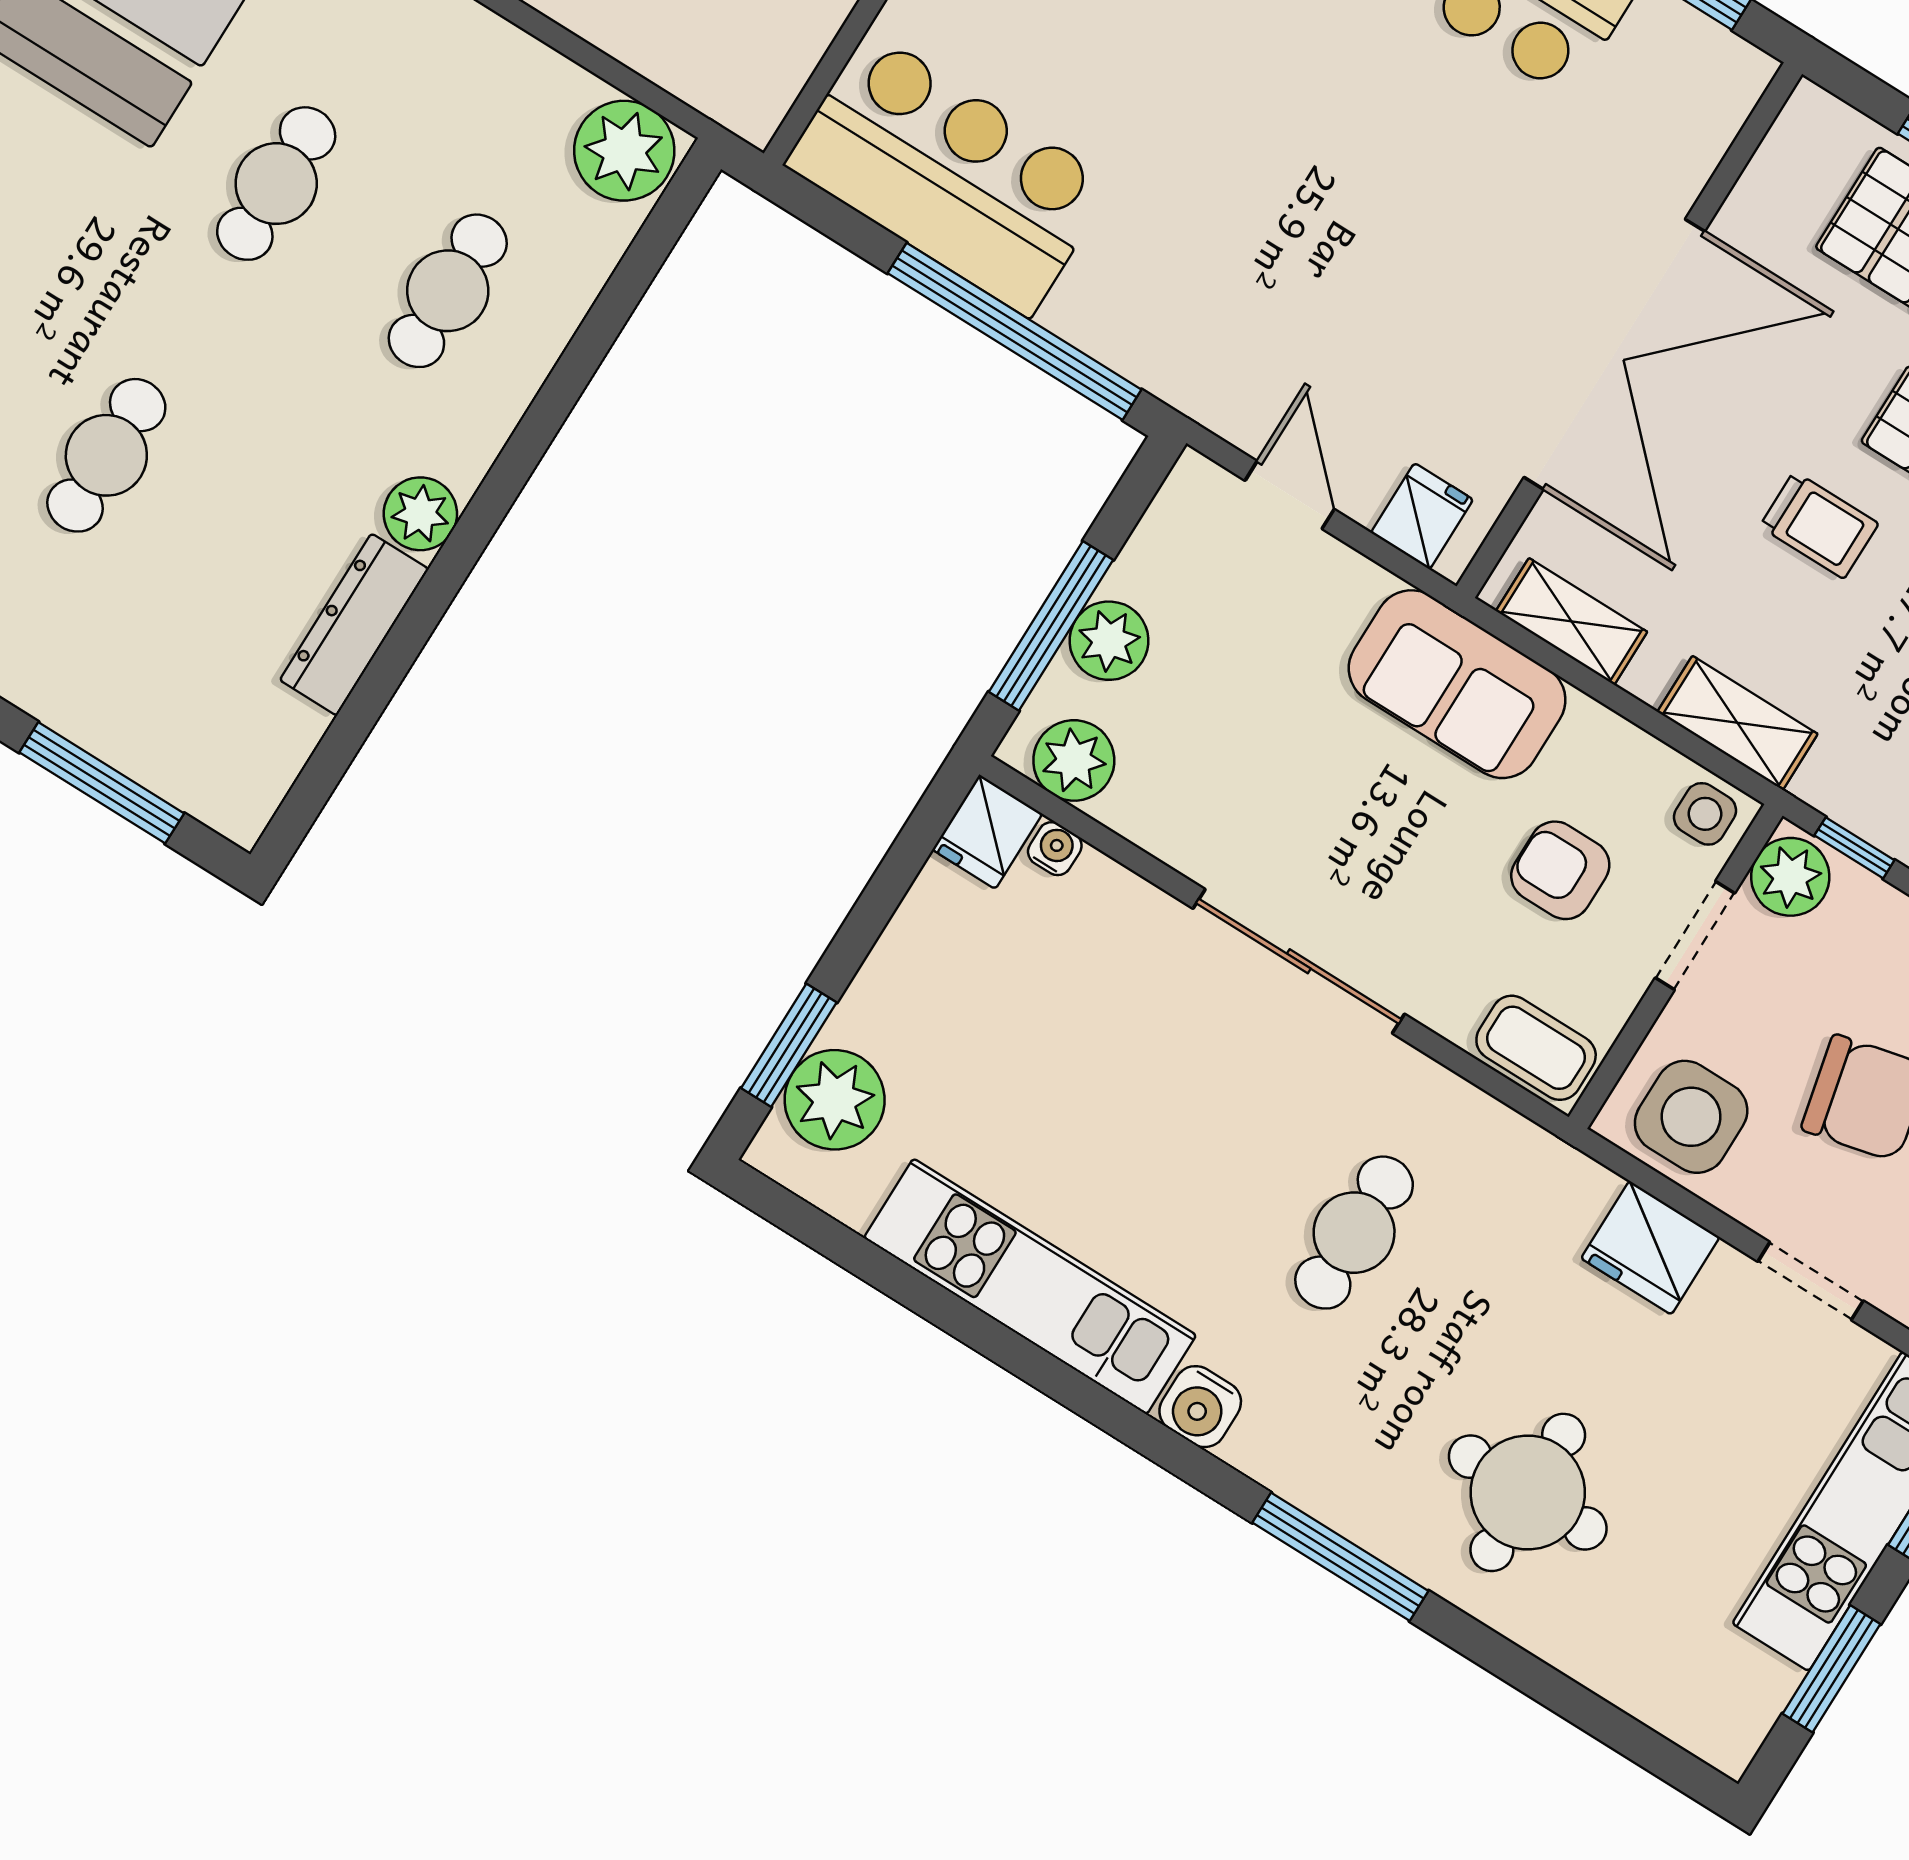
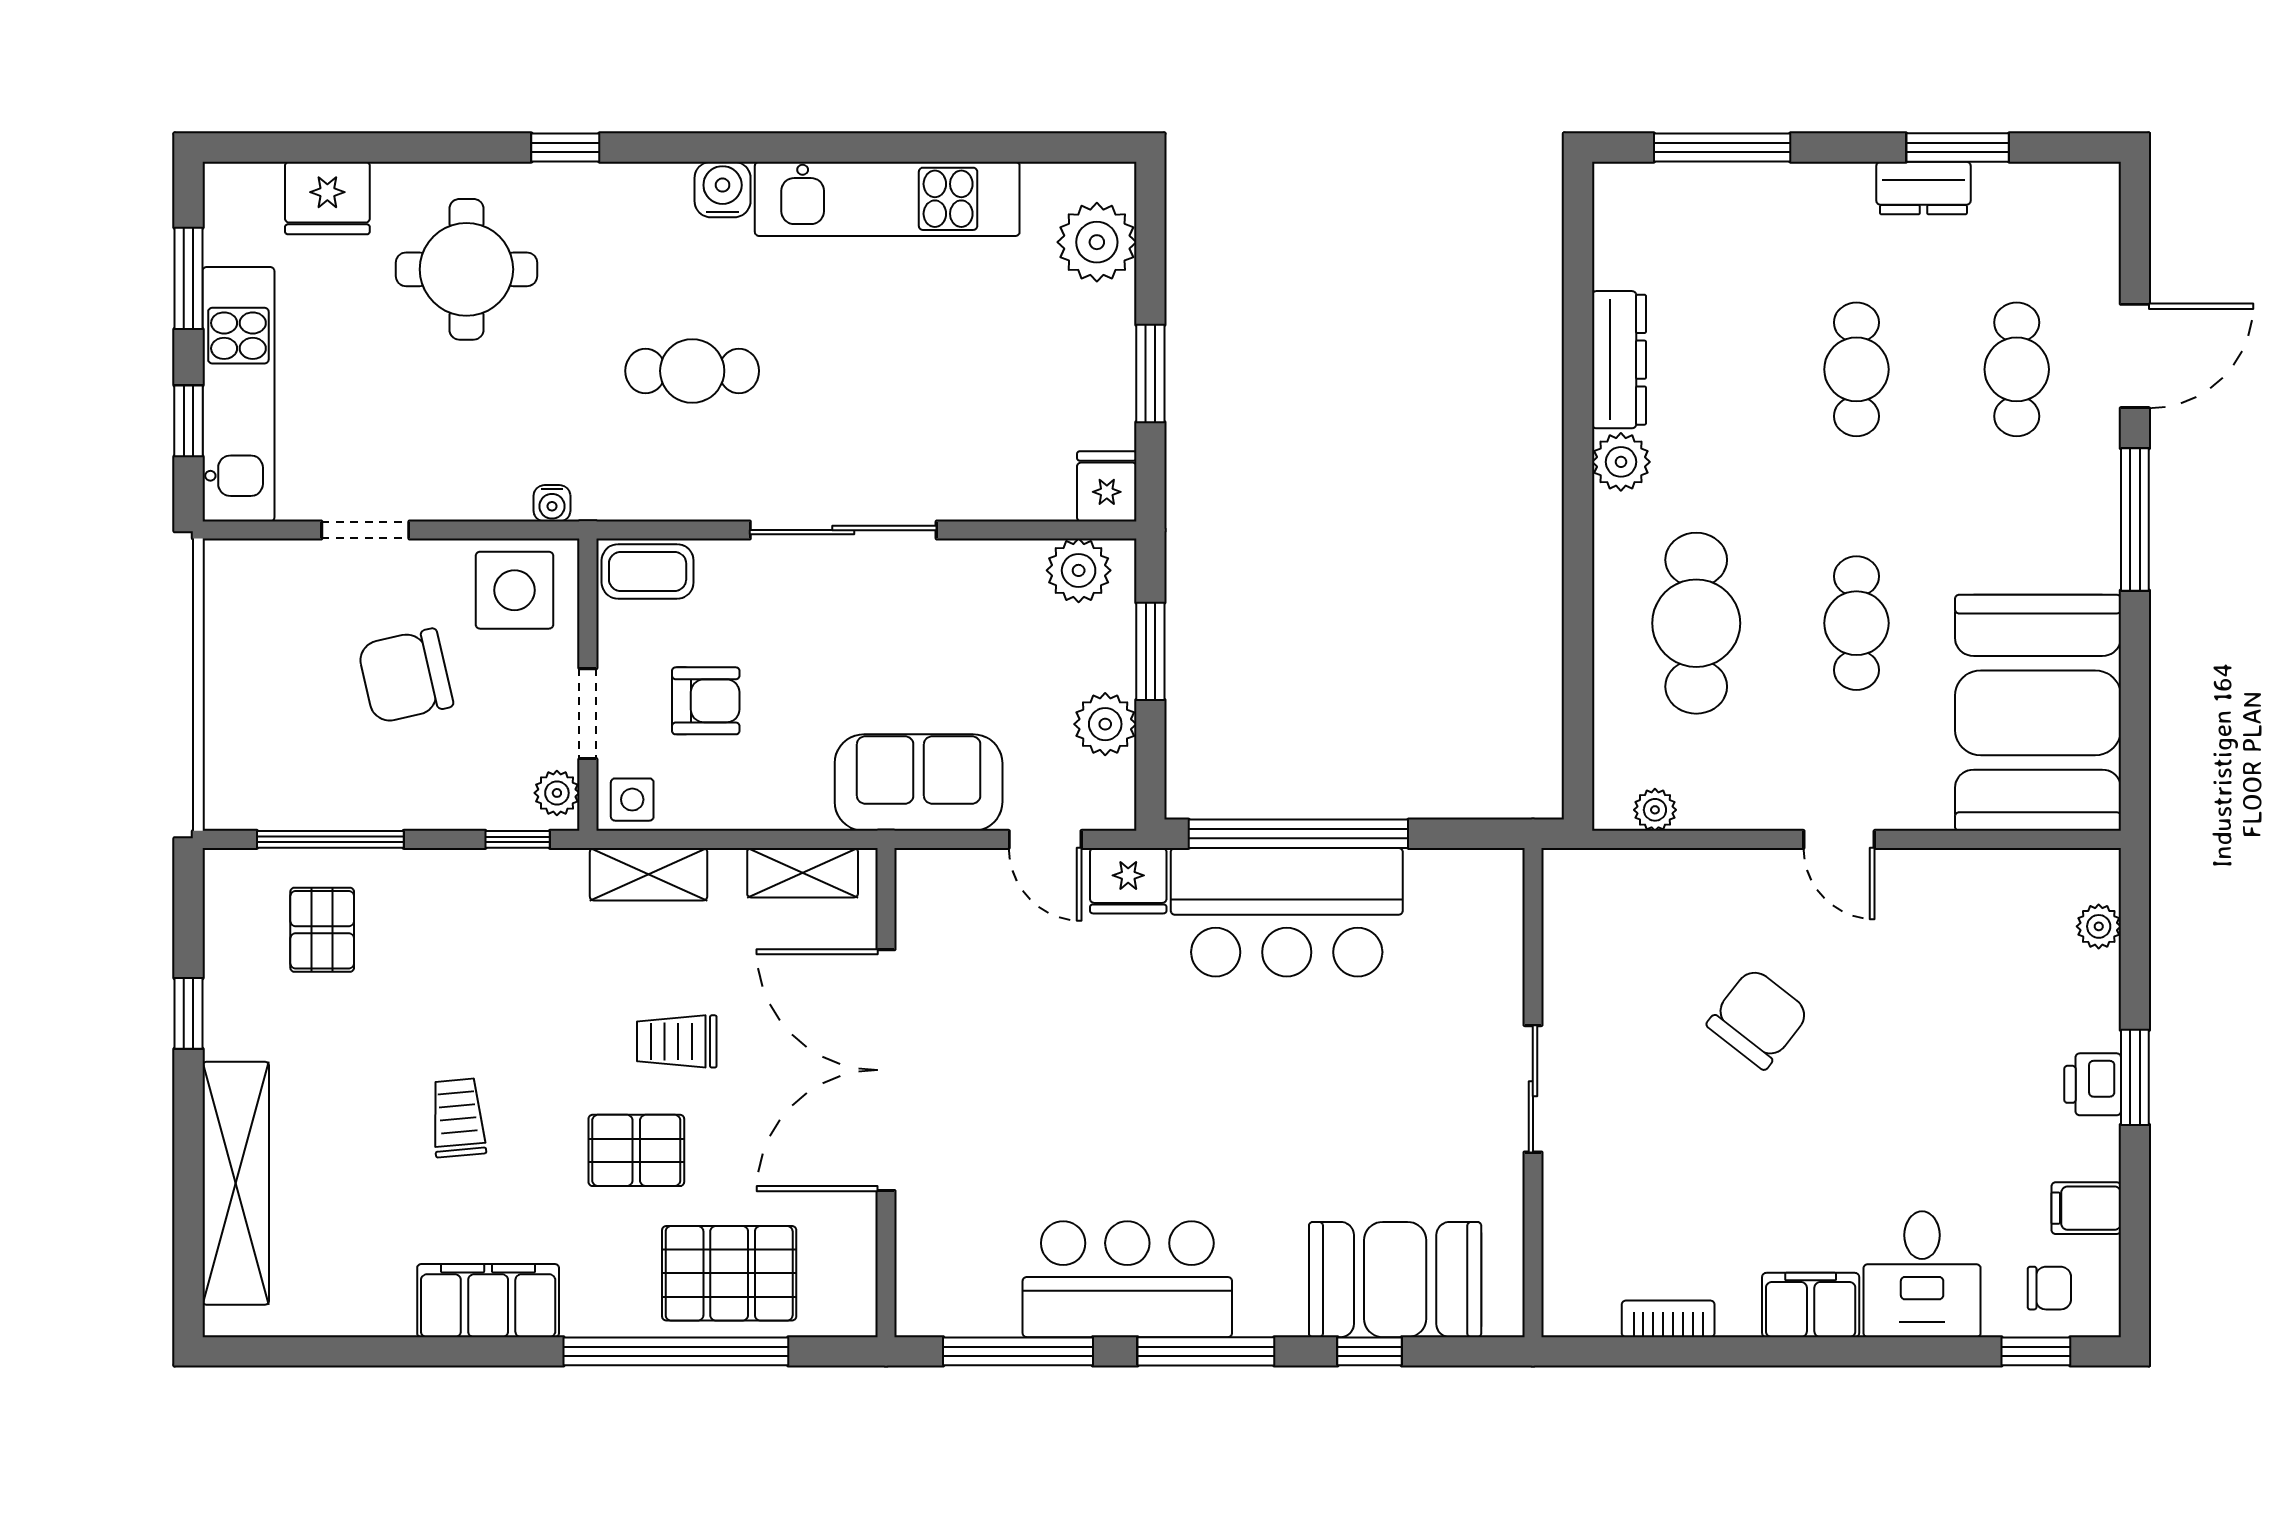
plant: (624, 151) -> (1655, 810), width x0.53, depth x0.53
bar counter: (949, 174) -> (1287, 912), moved
cafe table: (448, 291) -> (1696, 623), width x1.37, depth x1.35
fridge: (1422, 516) -> (1128, 881), moved, width x1.38
window: (1051, 626) -> (1150, 651), width x0.69
plant: (1109, 641) -> (1105, 724), moved
sofa: (1457, 684) -> (919, 783), moved
water cooler: (1055, 849) -> (552, 503), moved
plant: (1790, 877) -> (557, 793), width x0.73, depth x0.73
window: (789, 1045) -> (1150, 374), moved
cafe table: (1354, 1233) -> (692, 371), turned 90
fridge: (1650, 1248) -> (327, 198), moved, turned 180
window: (1340, 1557) -> (565, 147), width x0.46

